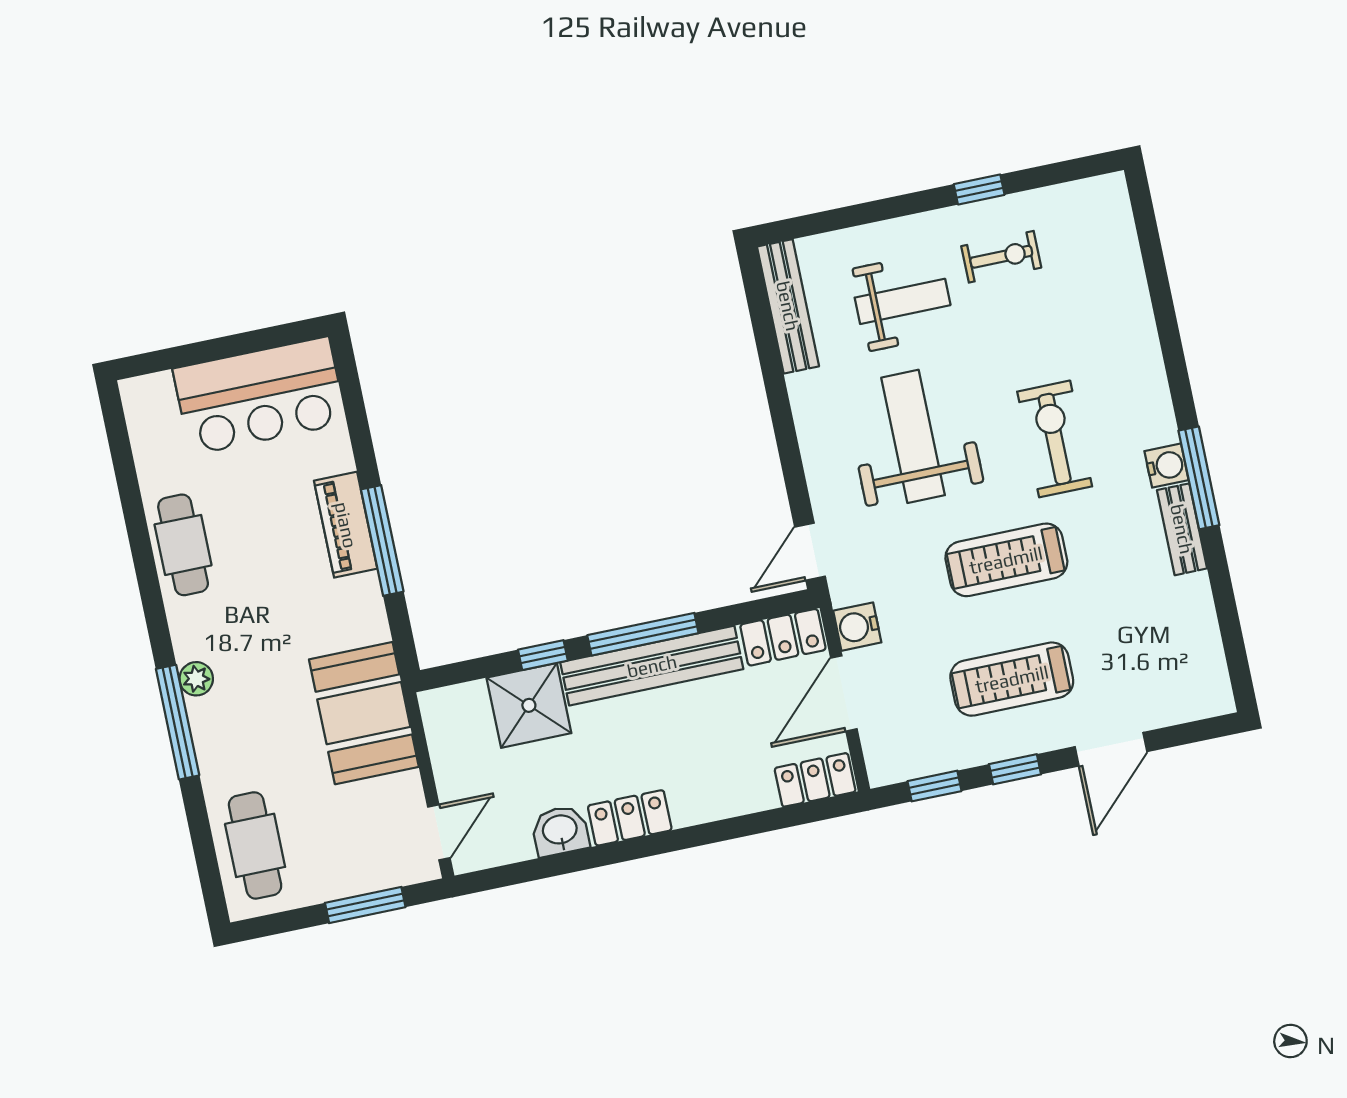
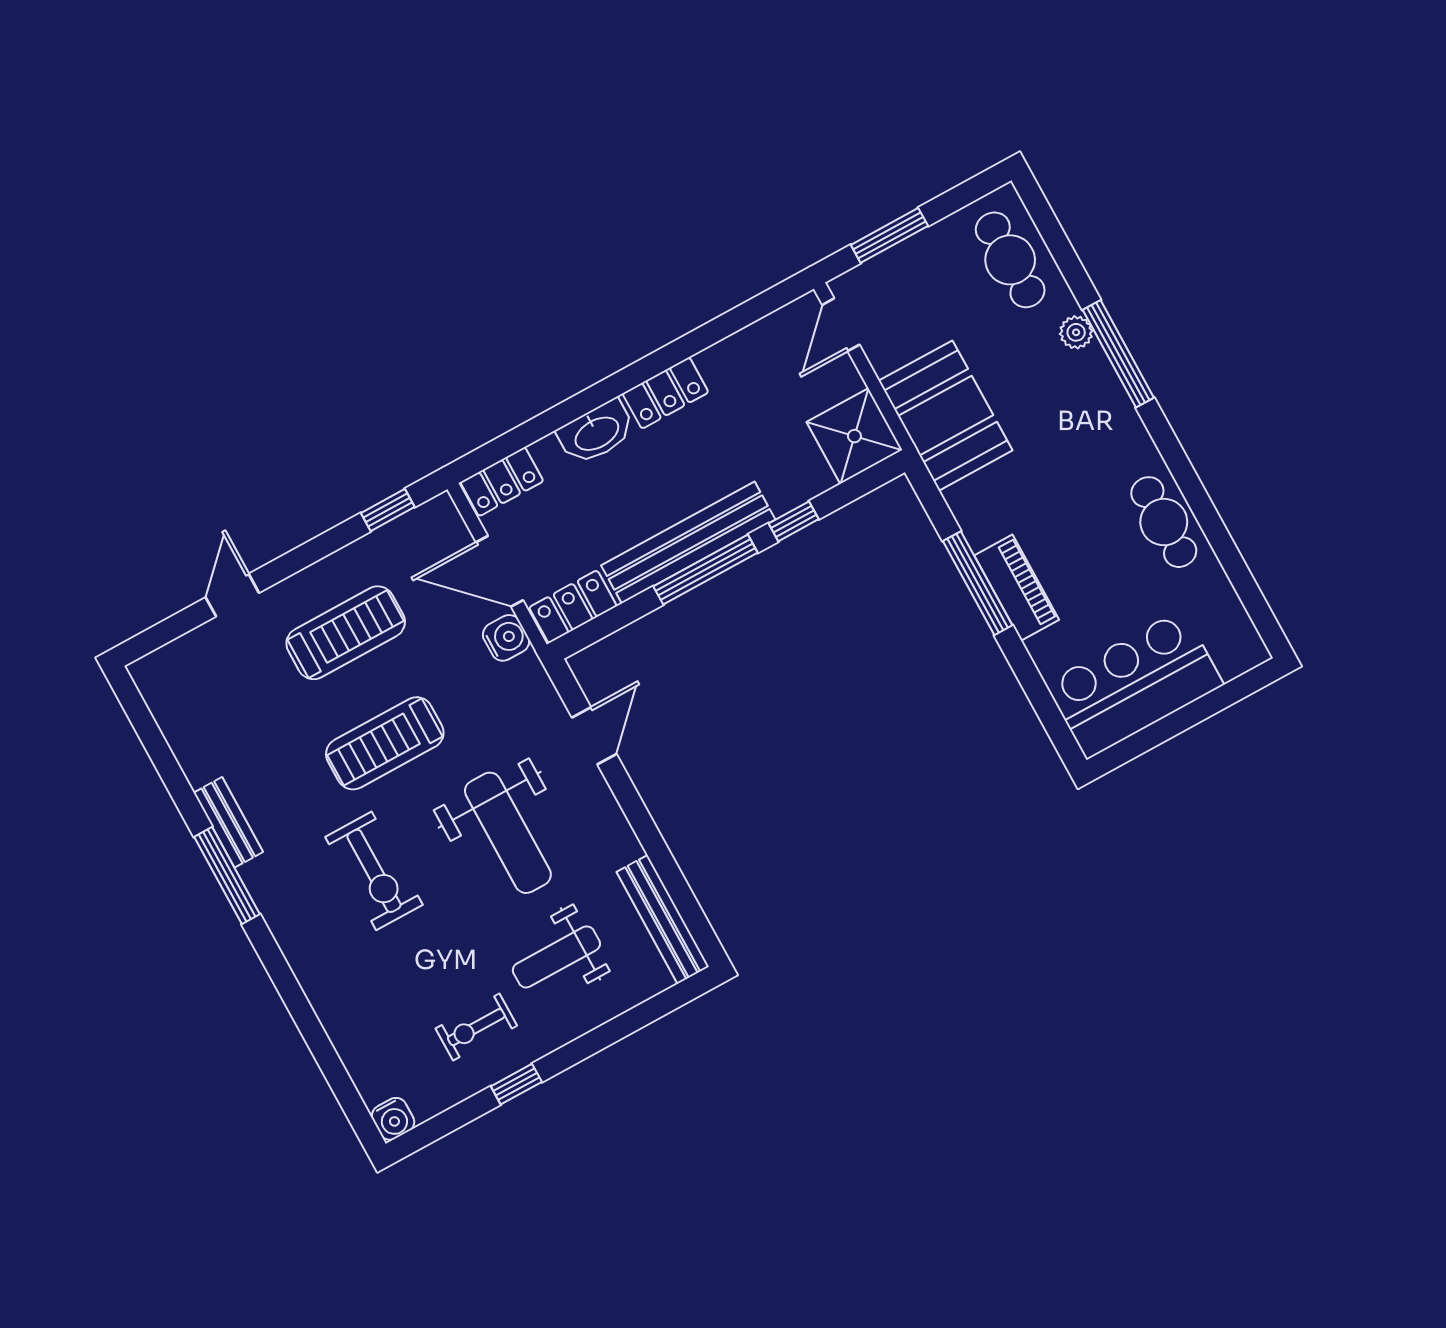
water cooler: (1167, 466) -> (393, 1119), moved, turned -90
door: (810, 552) -> (594, 736), moved
treadmill: (1006, 560) -> (385, 743), turned 180
plant: (196, 679) -> (1076, 332), moved
door: (844, 693) -> (499, 571), swing flipped
shower: (529, 705) -> (854, 436), moved
door: (1111, 749) -> (232, 595), width x0.73
window: (1015, 769) -> (317, 549), removed
washbasin: (560, 831) -> (596, 433), moved, width x1.38

